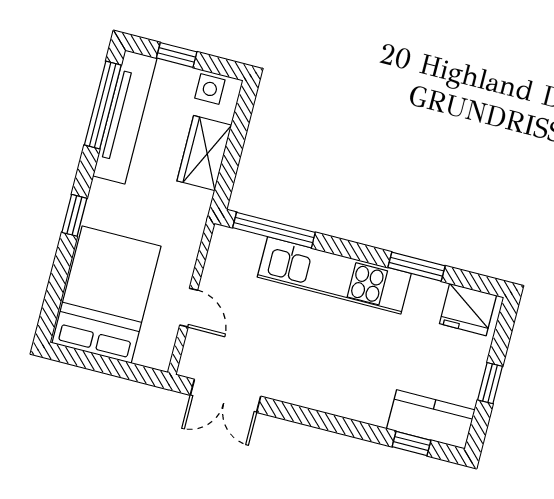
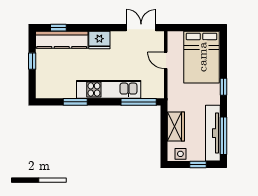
fridge: (468, 310) -> (99, 40), moved, turned 180
kitchen counter: (431, 419) -> (62, 40), width x1.50

